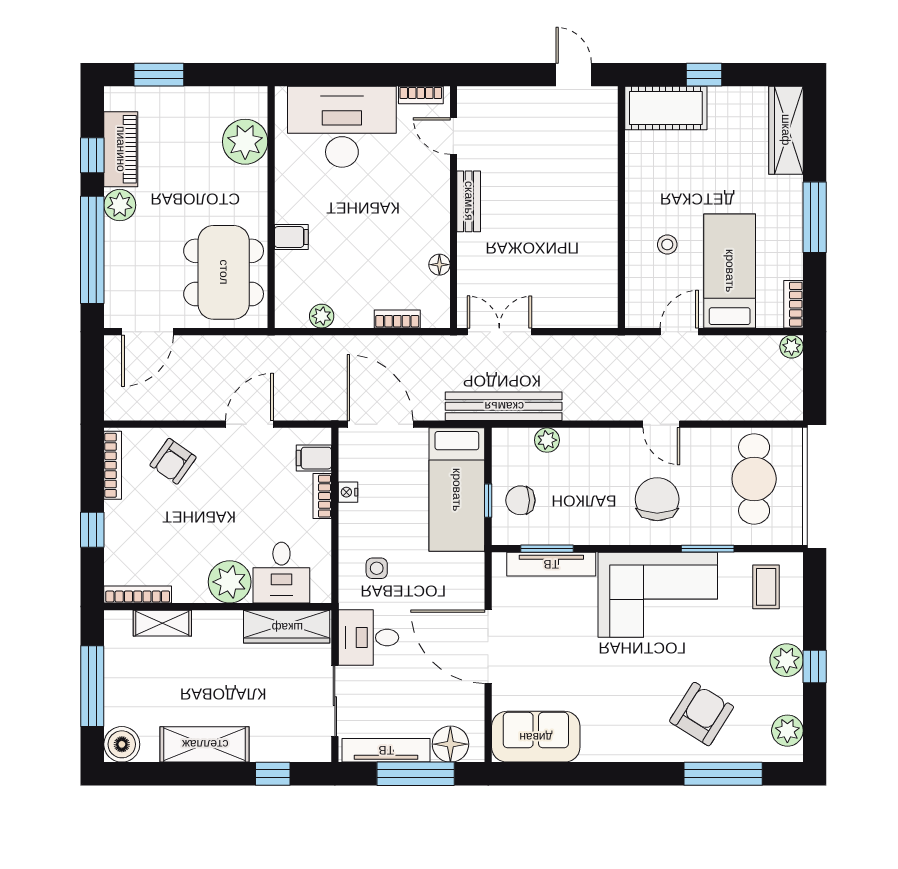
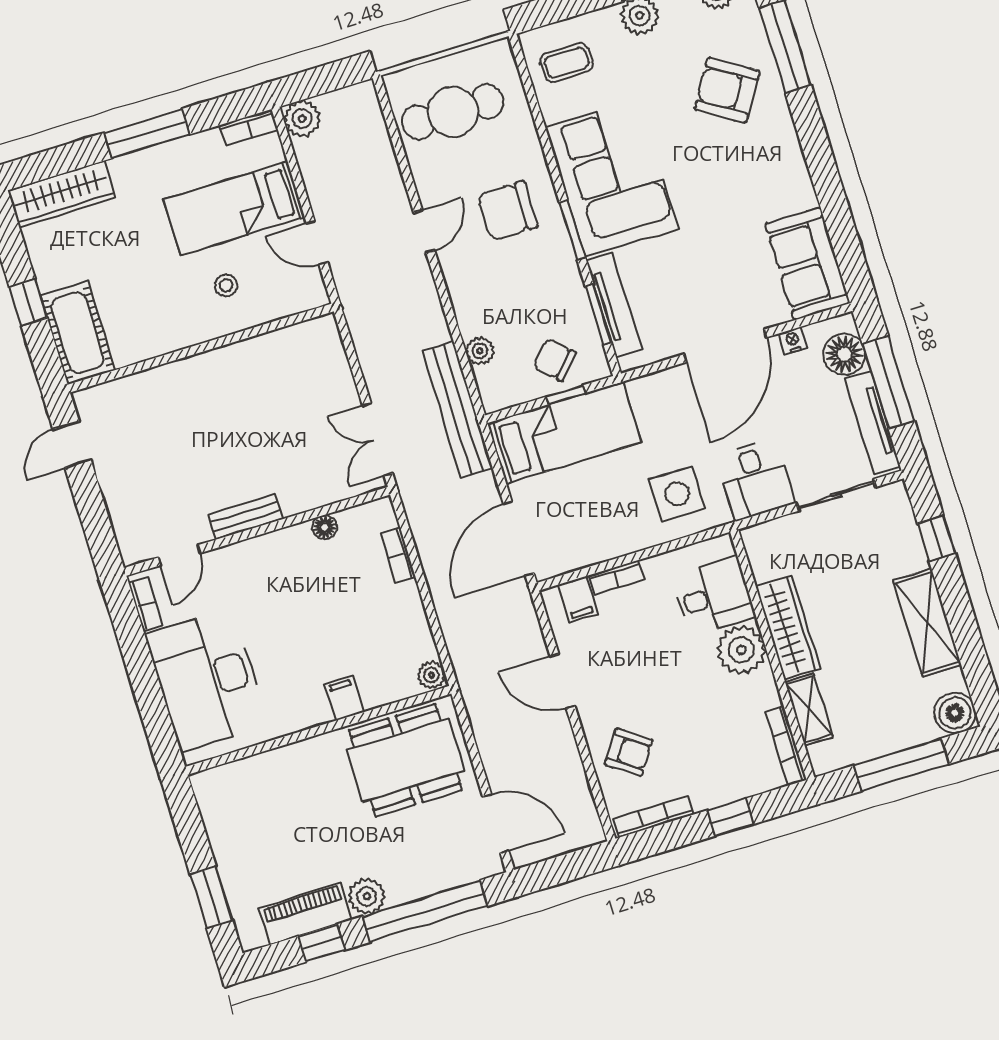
plant: (245, 142) -> (256, 781), removed
plant: (322, 316) -> (431, 675), moved
plant: (792, 347) -> (302, 119), width x1.38, depth x1.38
nightstand: (348, 492) -> (793, 341), moved, turned 180
chair: (520, 500) -> (555, 360), turned 133
window: (708, 549) -> (572, 230), moved
side table: (377, 568) -> (677, 494), width x1.87, depth x1.87
wardrobe: (287, 627) -> (788, 627), moved

